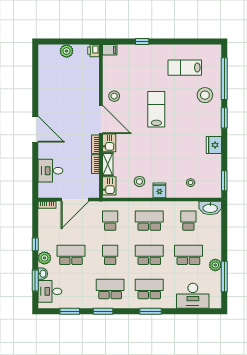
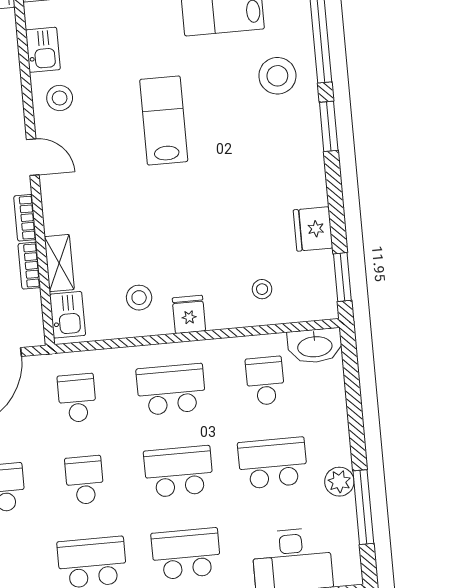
door: (101, 119) -> (33, 157), width x0.53
kitchen sink: (109, 143) -> (43, 50), moved
fridge: (214, 145) -> (313, 229), moved

